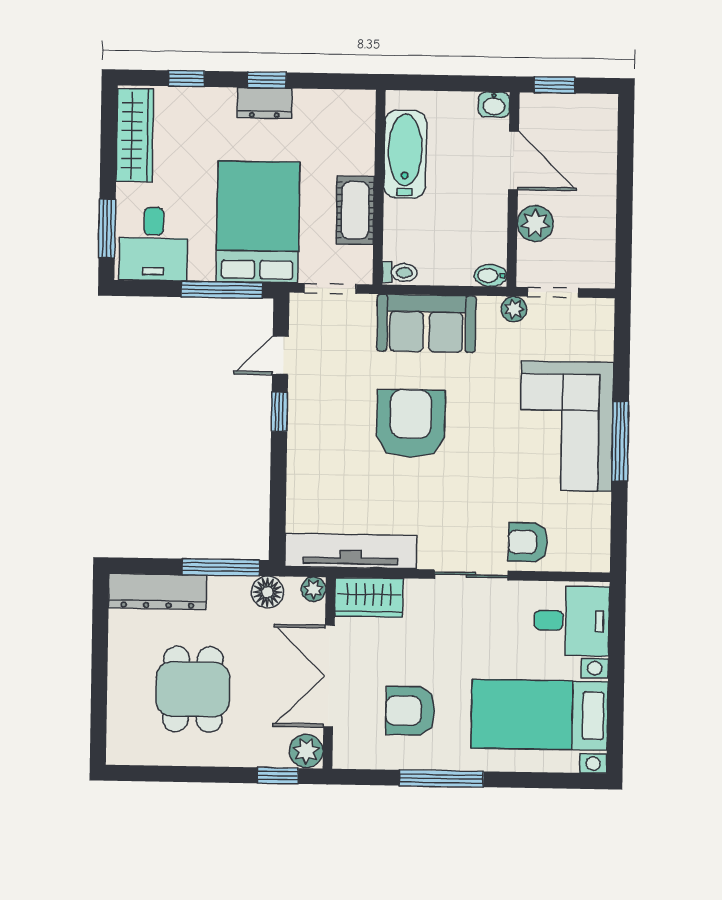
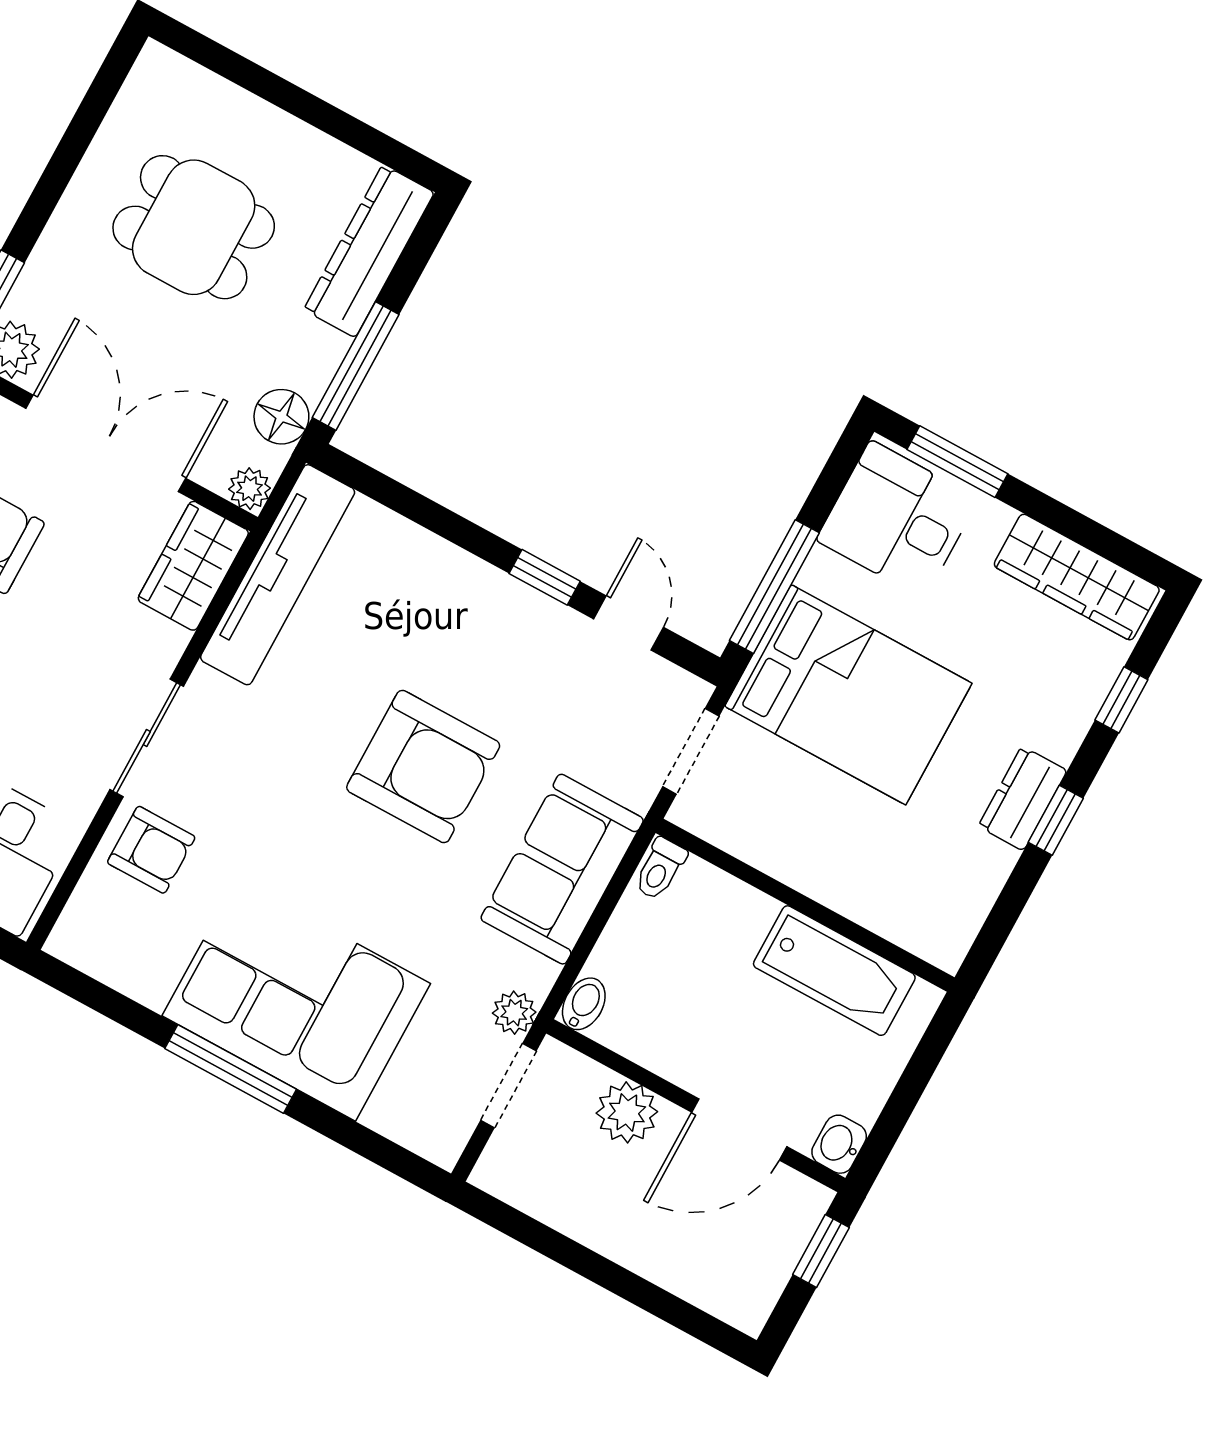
cot: (355, 210) -> (789, 851), removed
armchair: (528, 542) -> (151, 850), turned 90

